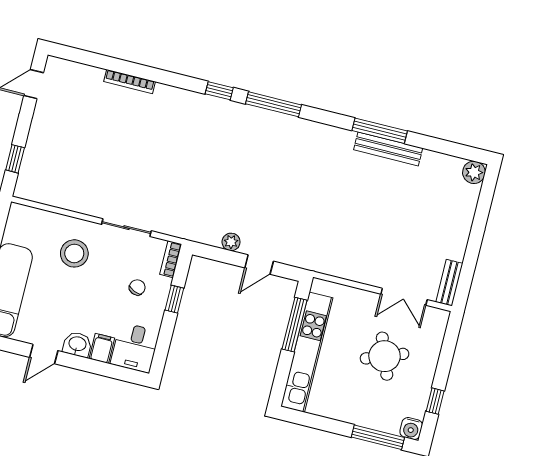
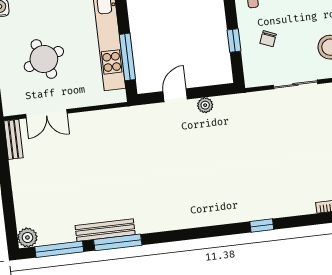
window: (274, 104) -> (59, 249), moved
bookcase: (171, 259) -> (249, 72), removed
double door: (404, 297) -> (46, 114), swing flipped

